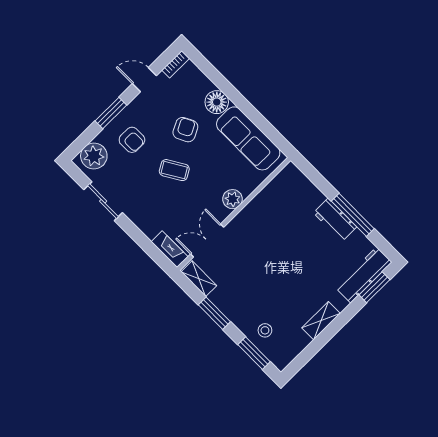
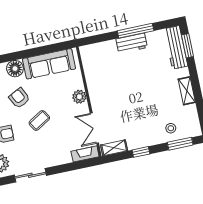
window: (214, 313) -> (141, 152), width x0.67

